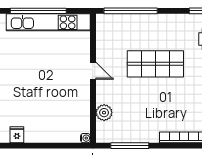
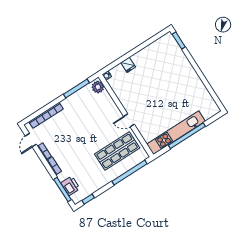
shop shelf: (155, 64) -> (117, 151), moved
plant: (104, 113) -> (98, 87), moved
fridge: (17, 135) -> (128, 65), moved

